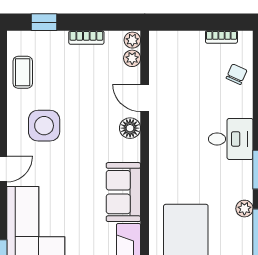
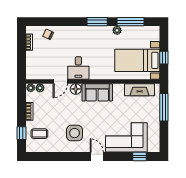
coffee table: (23, 72) -> (39, 134), moved
desk: (231, 139) -> (78, 68), moved, turned 180
sofa: (123, 192) -> (97, 92), moved

